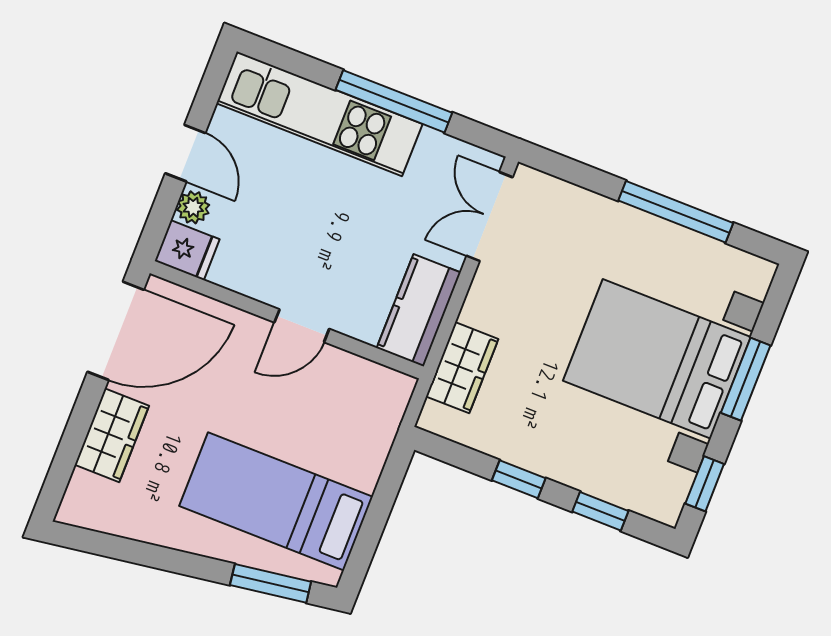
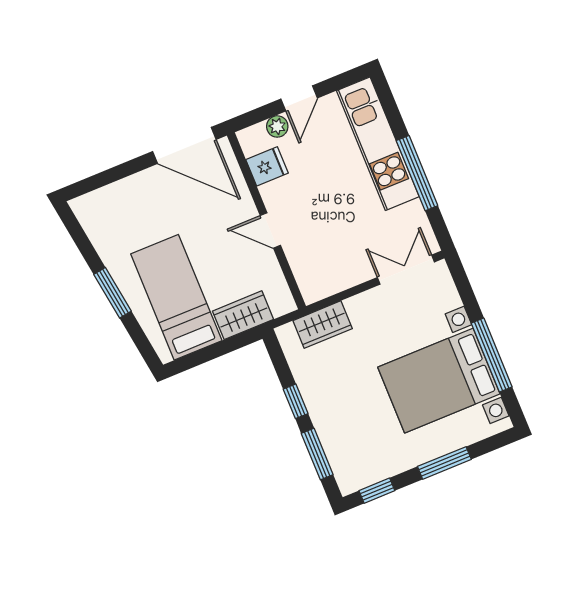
fridge: (187, 250) -> (267, 166), moved, turned -90
kitchen counter: (419, 310) -> (330, 278), removed
bed with nightstands: (657, 359) -> (439, 381), moved, turned -90
wardrobe: (112, 435) -> (243, 315), moved, turned 180
window: (600, 511) -> (317, 454), width x1.50
window: (271, 583) -> (113, 293), moved

